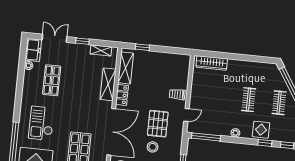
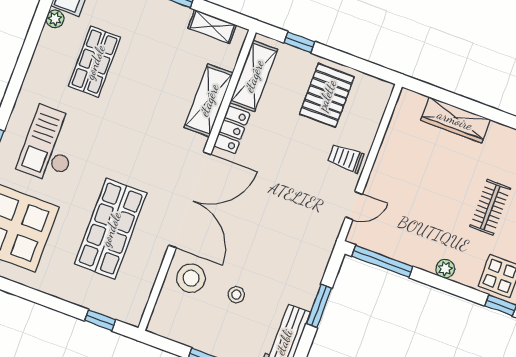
wardrobe: (212, 63) -> (455, 120), moved
pallet: (158, 124) -> (327, 95), moved
stool: (153, 147) -> (267, 253), removed

